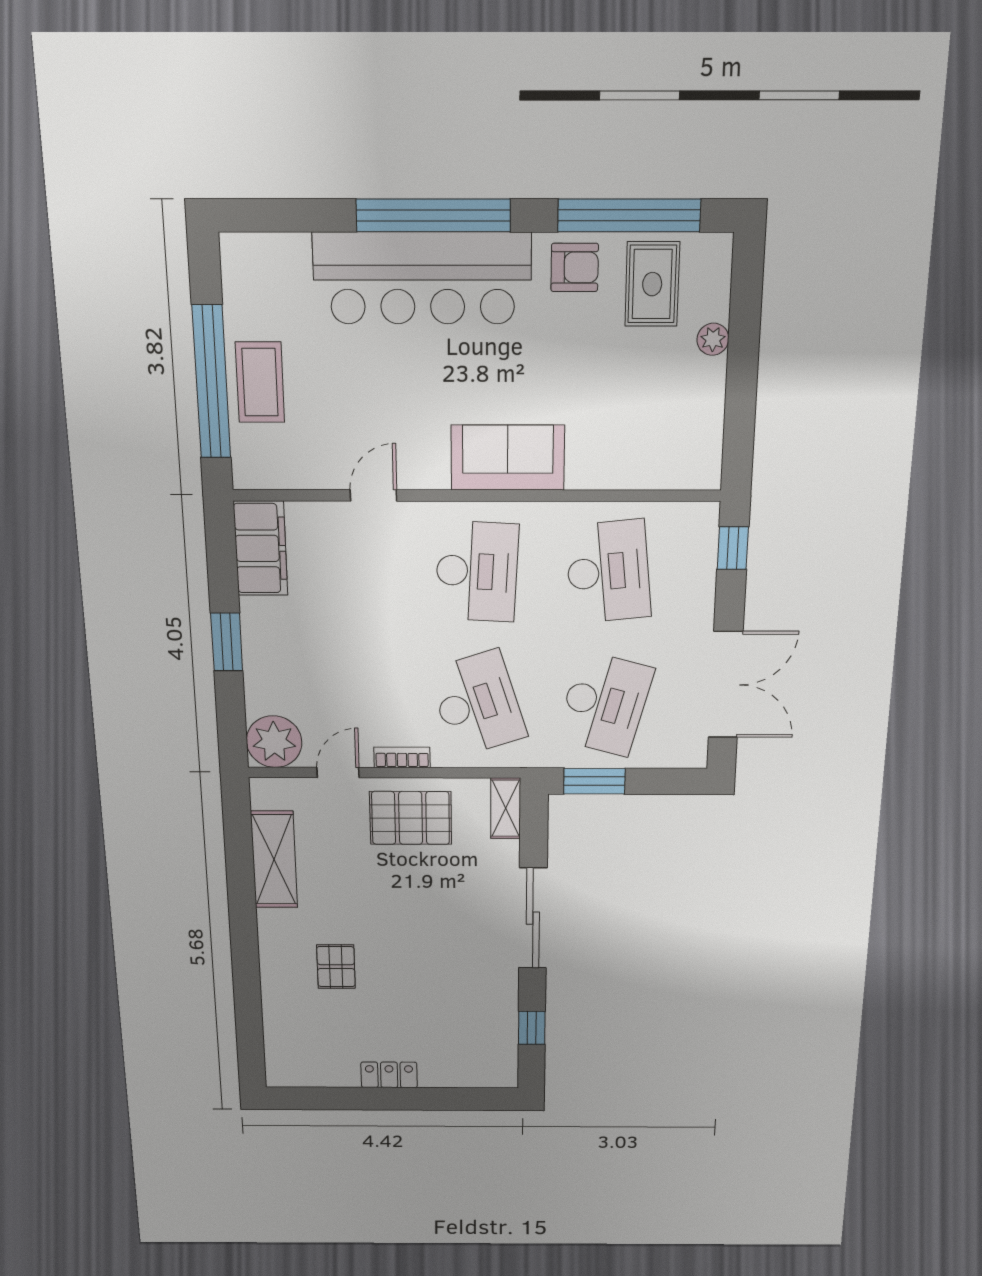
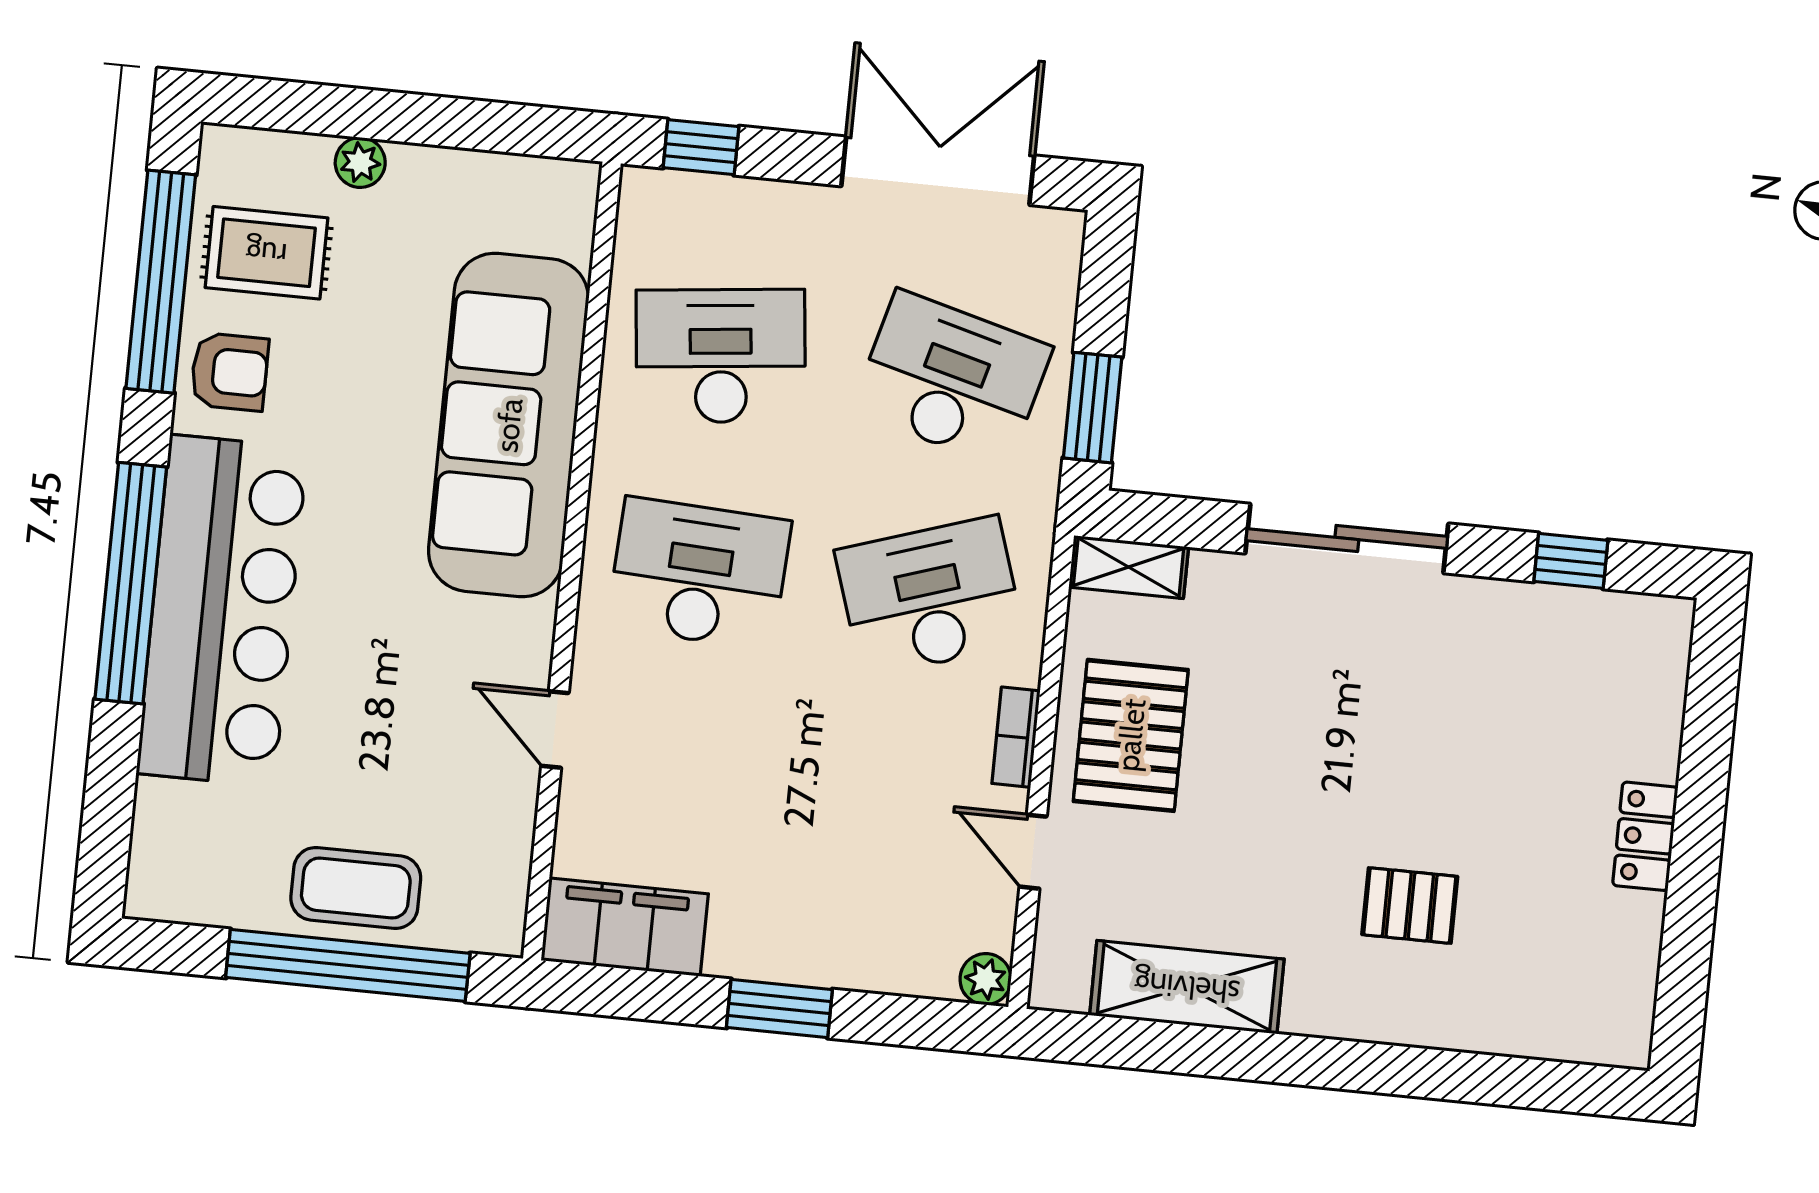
armchair: (575, 267) -> (229, 372), turned 90
sofa: (508, 458) -> (509, 425), width x1.85, depth x1.27
plant: (274, 742) -> (986, 979), width x0.53, depth x0.53

